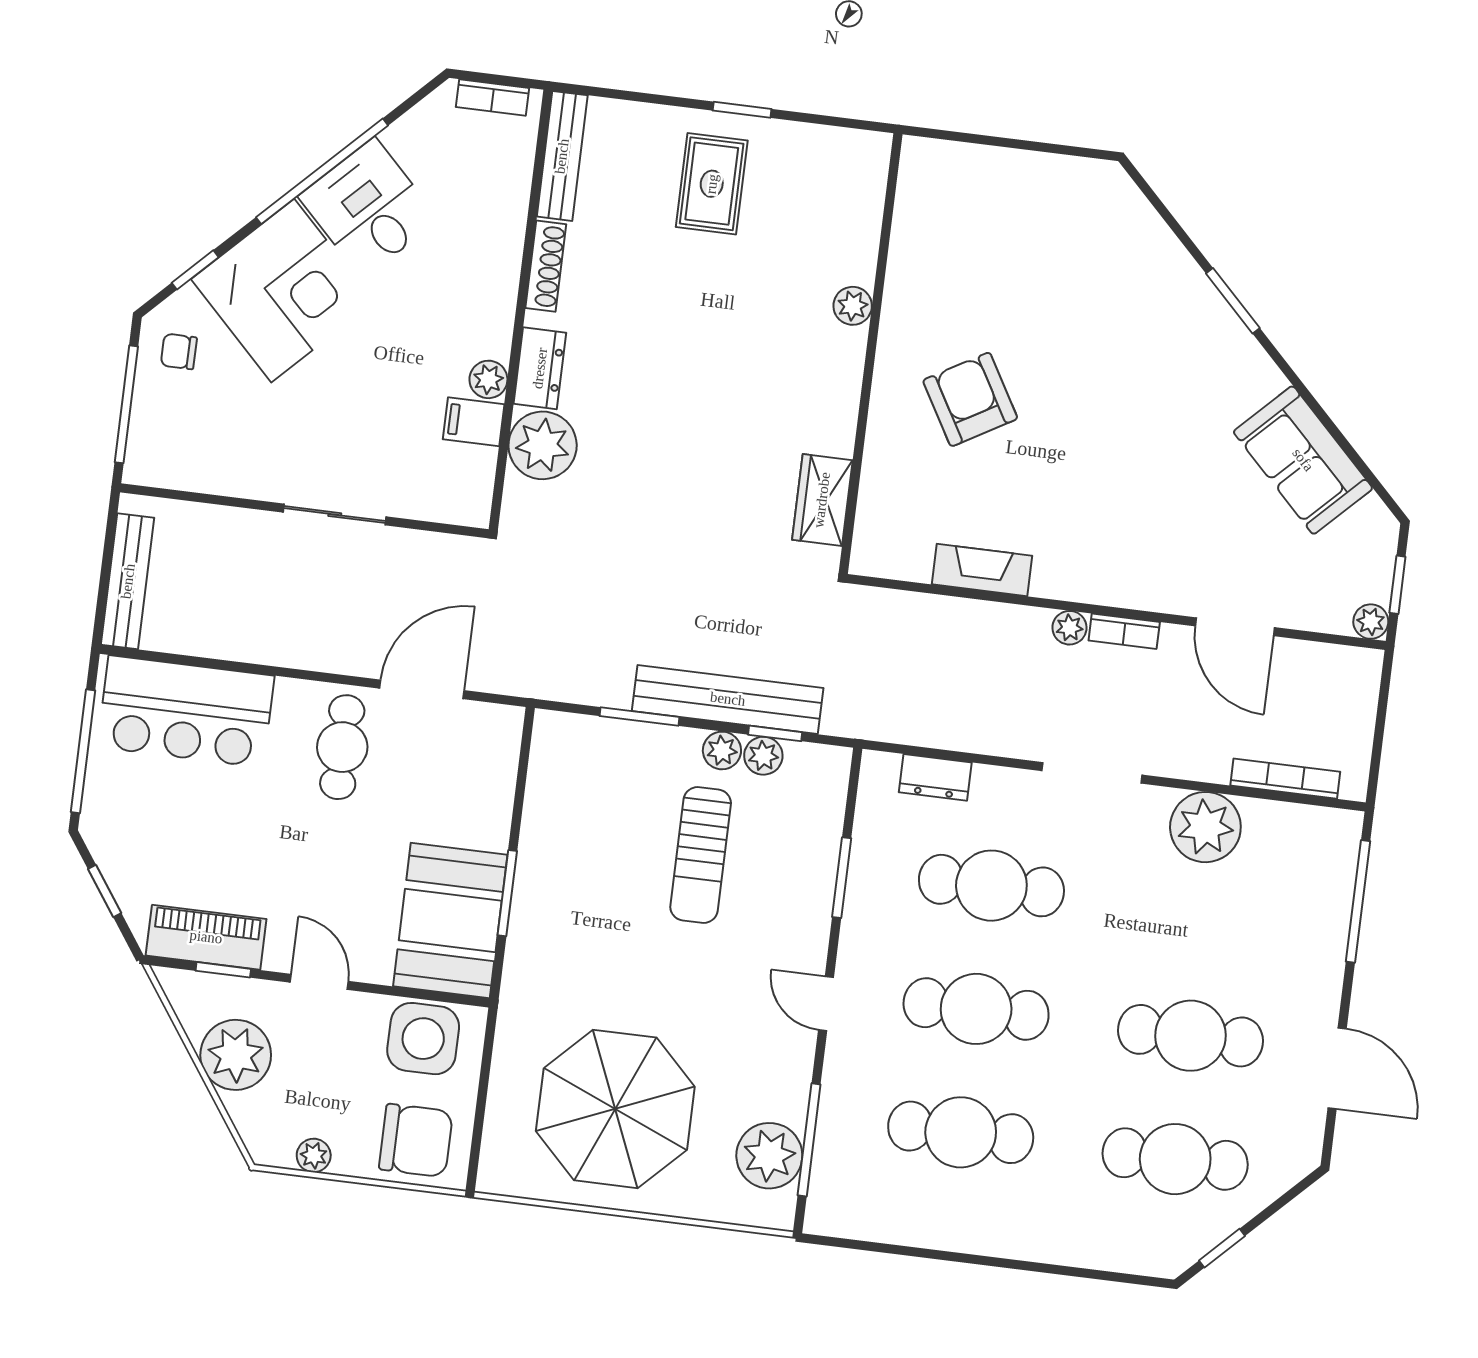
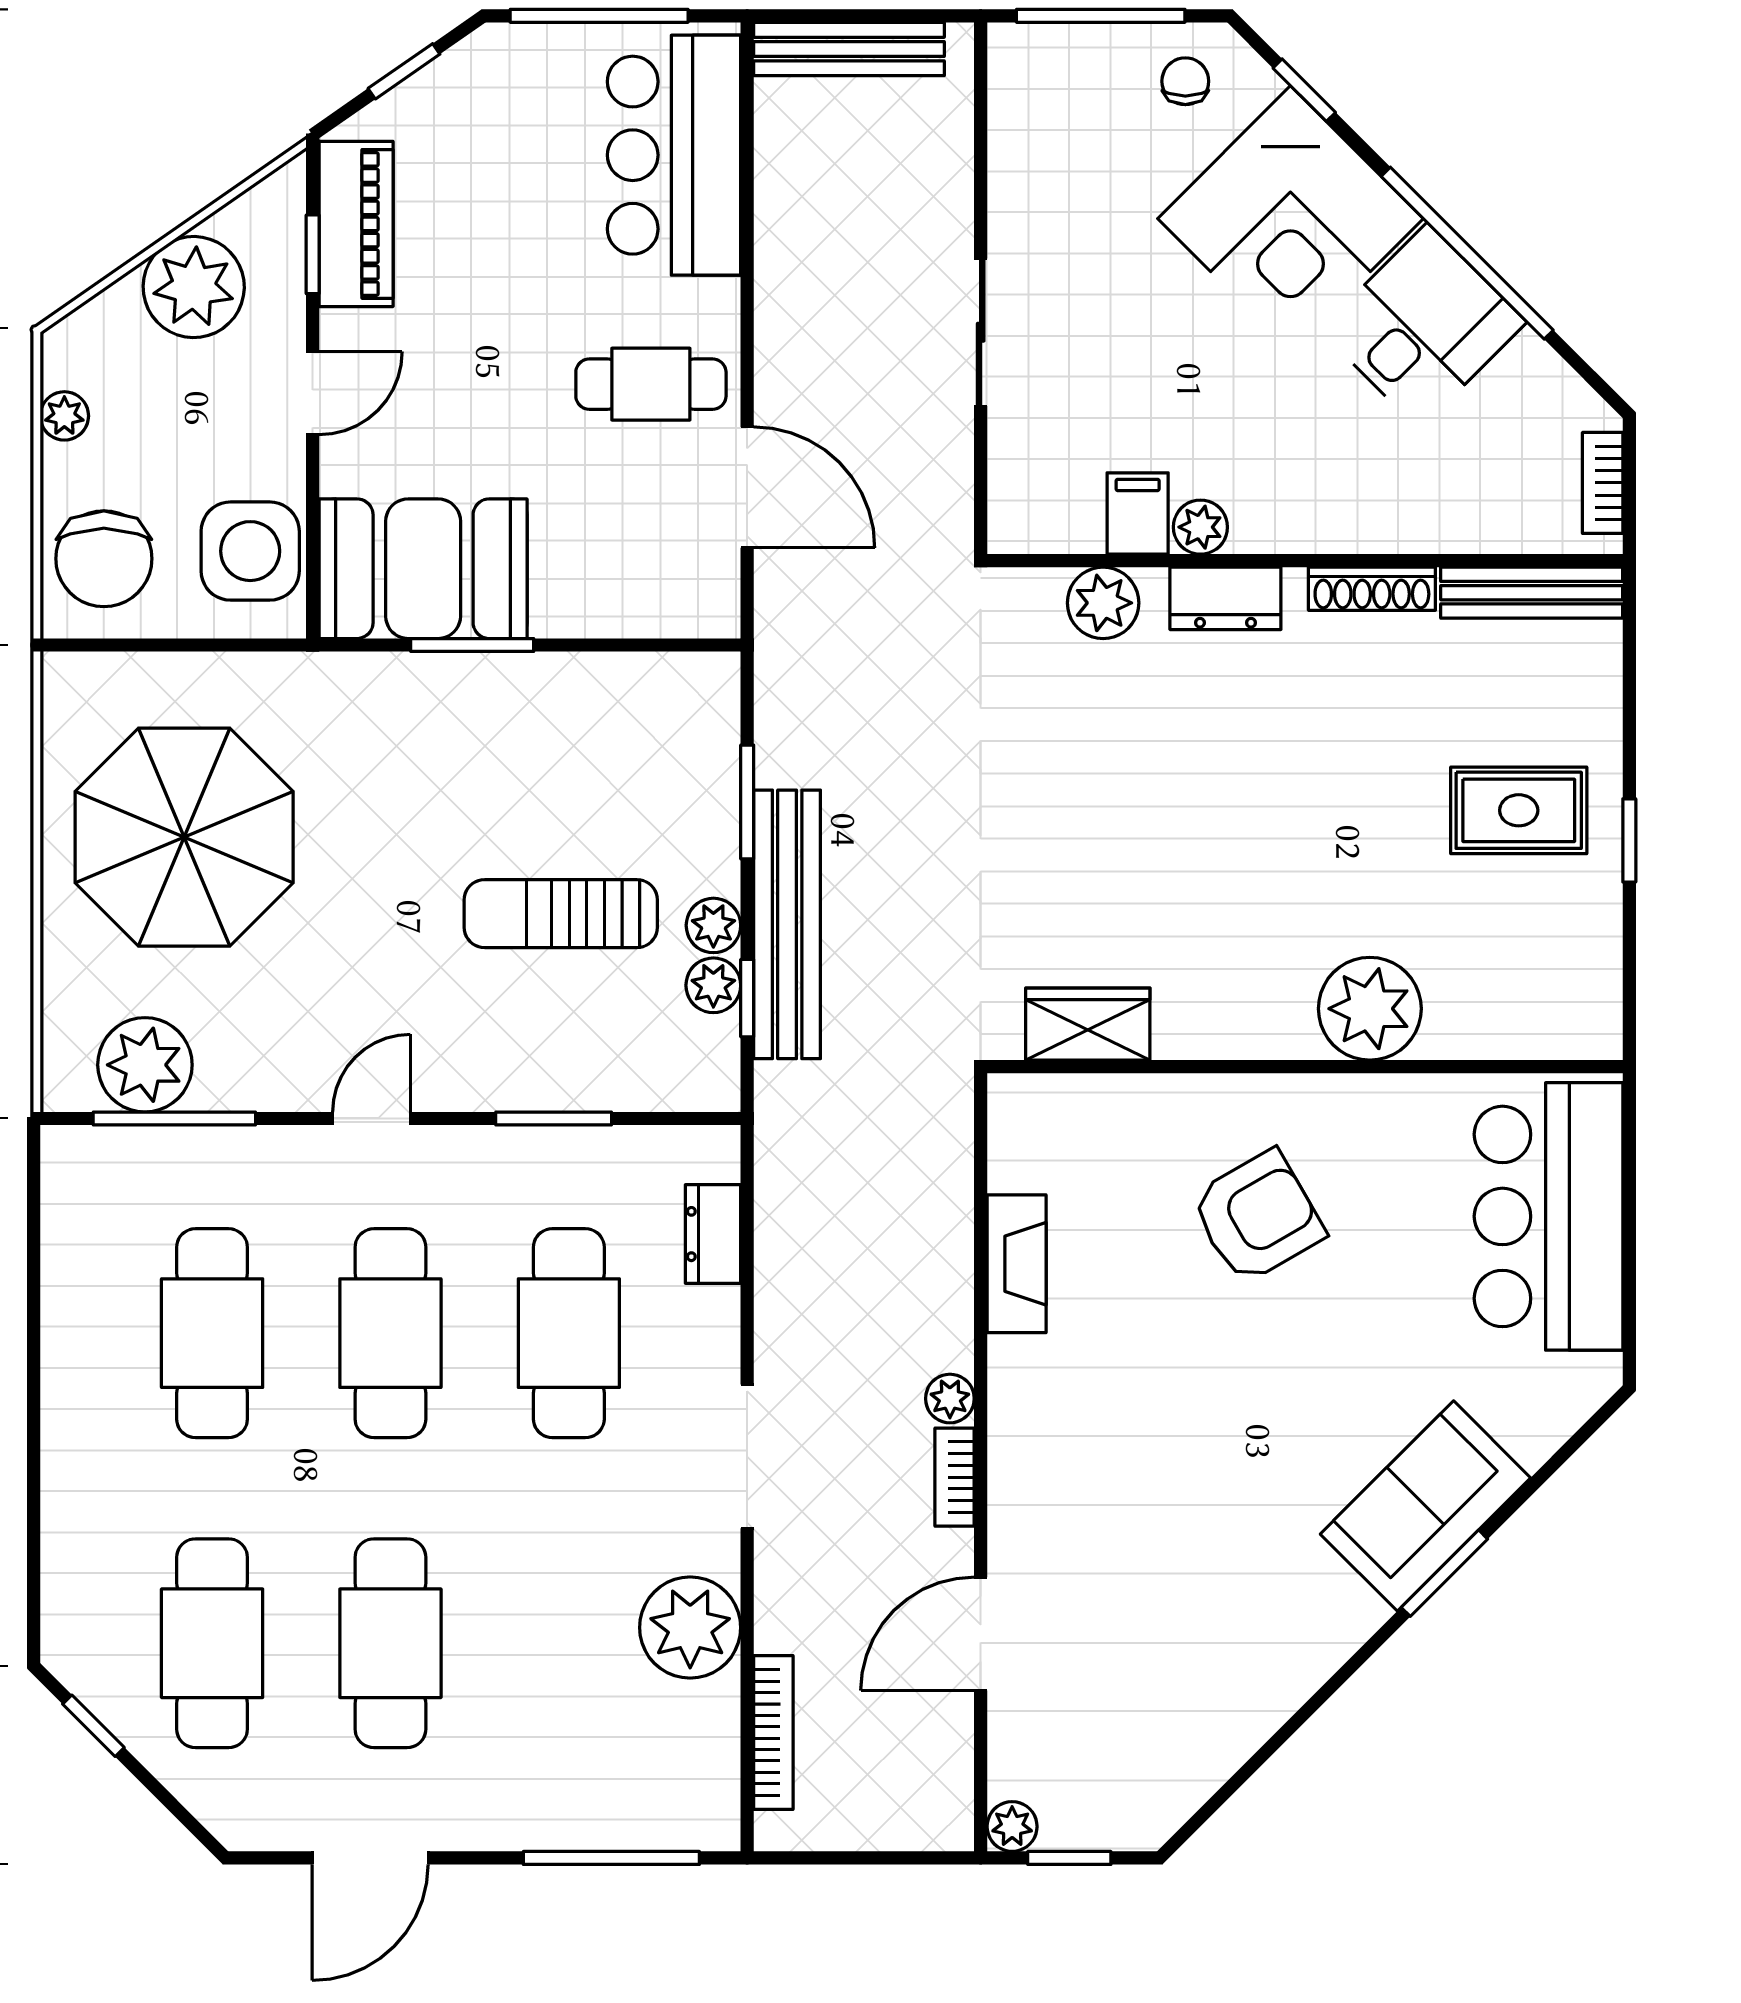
bar counter: (995, 198) -> (1549, 1216), added
plant: (853, 306) -> (1370, 1009), width x1.88, depth x1.88
plant: (543, 445) -> (1103, 603), width x0.73, depth x0.73
sofa: (1303, 460) -> (1425, 1506), moved

